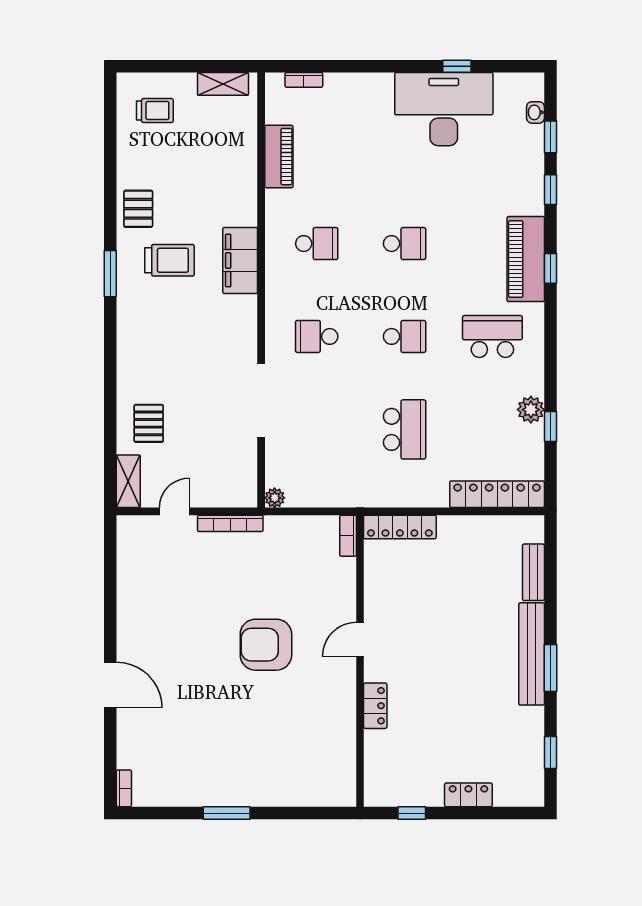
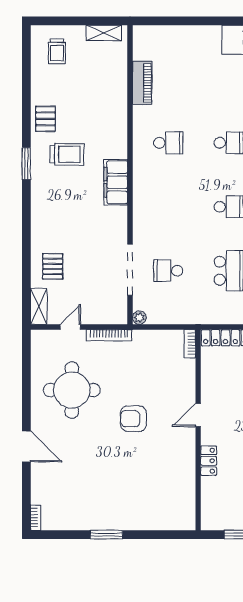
bookcase: (304, 80) -> (159, 30), removed
trolley: (155, 111) -> (57, 51), turned 90
filing cabinet: (240, 261) -> (116, 182), moved
school desk: (317, 336) -> (168, 271), moved
doorway: (261, 401) -> (130, 270), moved
round table: (176, 603) -> (72, 390), added
armchair: (266, 645) -> (133, 419), width x0.73, depth x0.73

